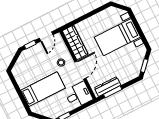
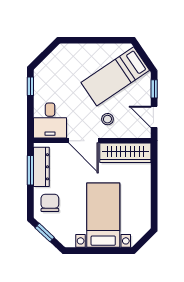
chair: (126, 71) -> (50, 203), added
bed: (43, 89) -> (115, 76), moved, turned 56

